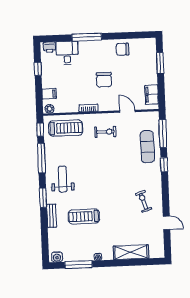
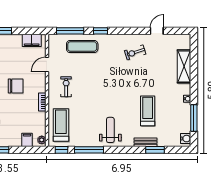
weight bench: (63, 179) -> (110, 130), turned 90
window: (43, 198) -> (155, 150), moved
treadmill: (84, 217) -> (148, 111), turned 180

